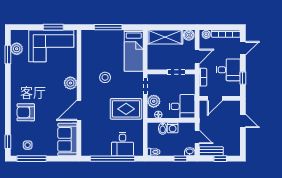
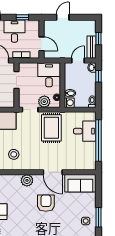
stool: (105, 77) -> (14, 154), moved
armchair: (26, 112) -> (46, 203), moved, turned 180
washing machine: (173, 128) -> (69, 103), moved
window: (32, 159) -> (98, 217), width x0.69

